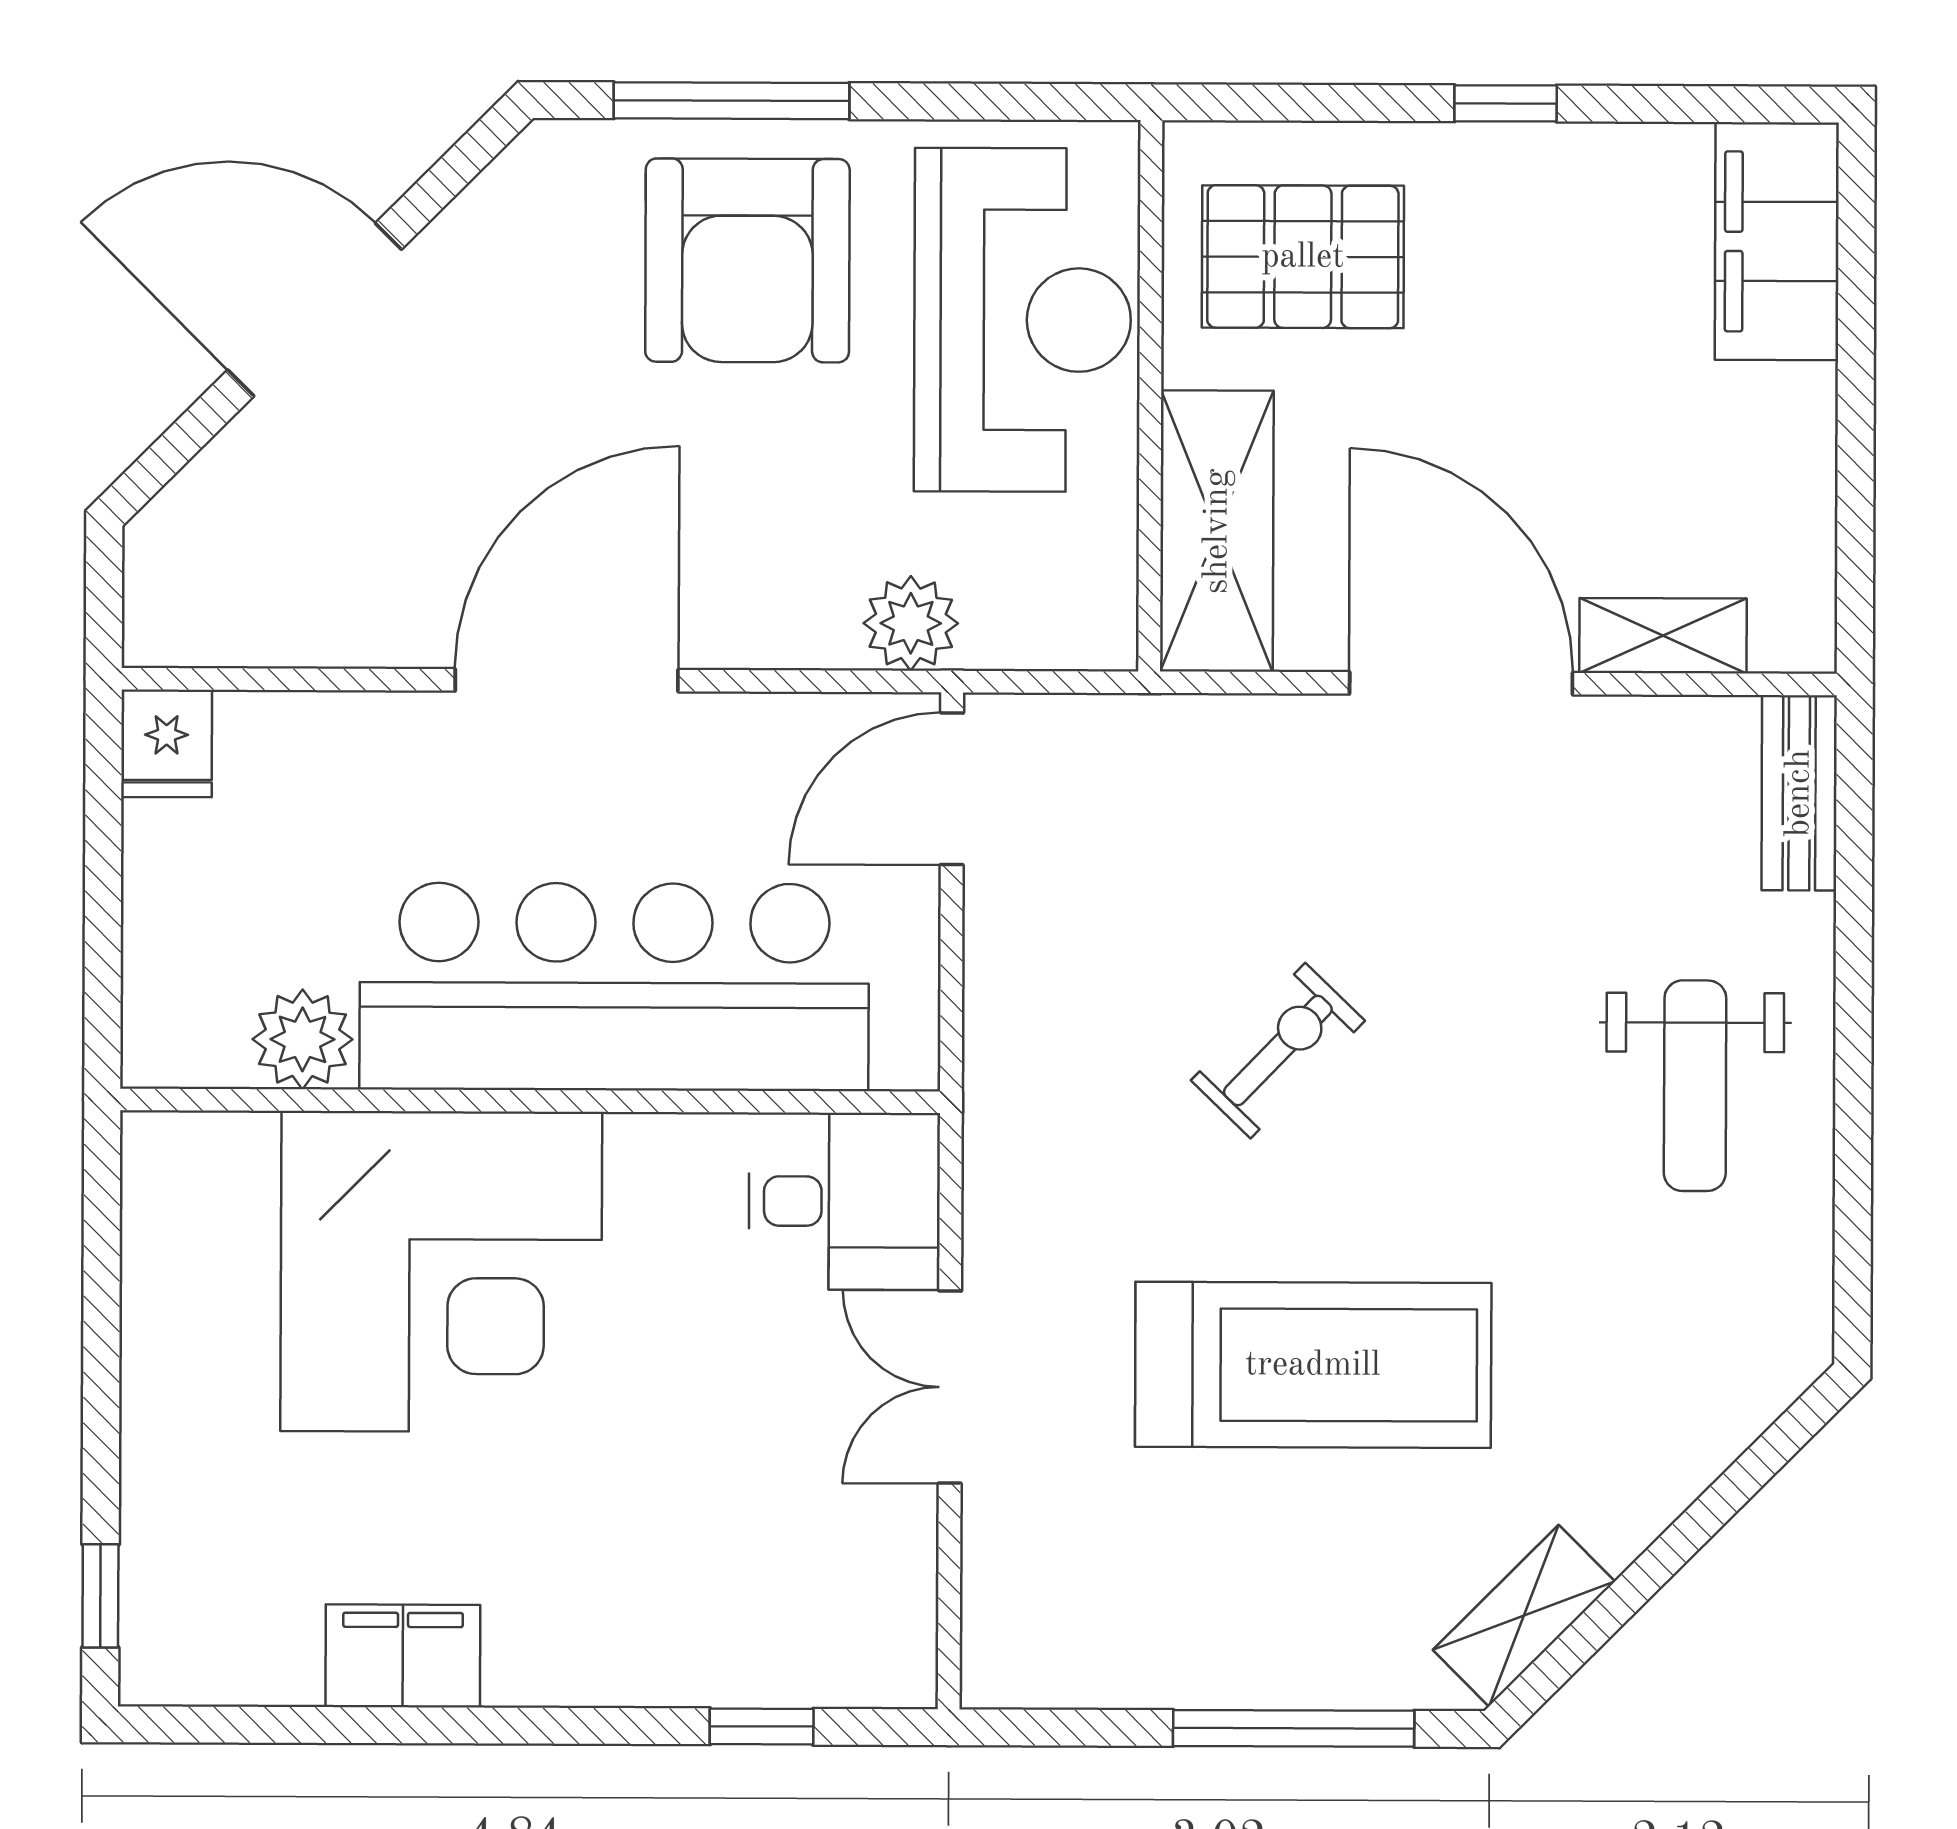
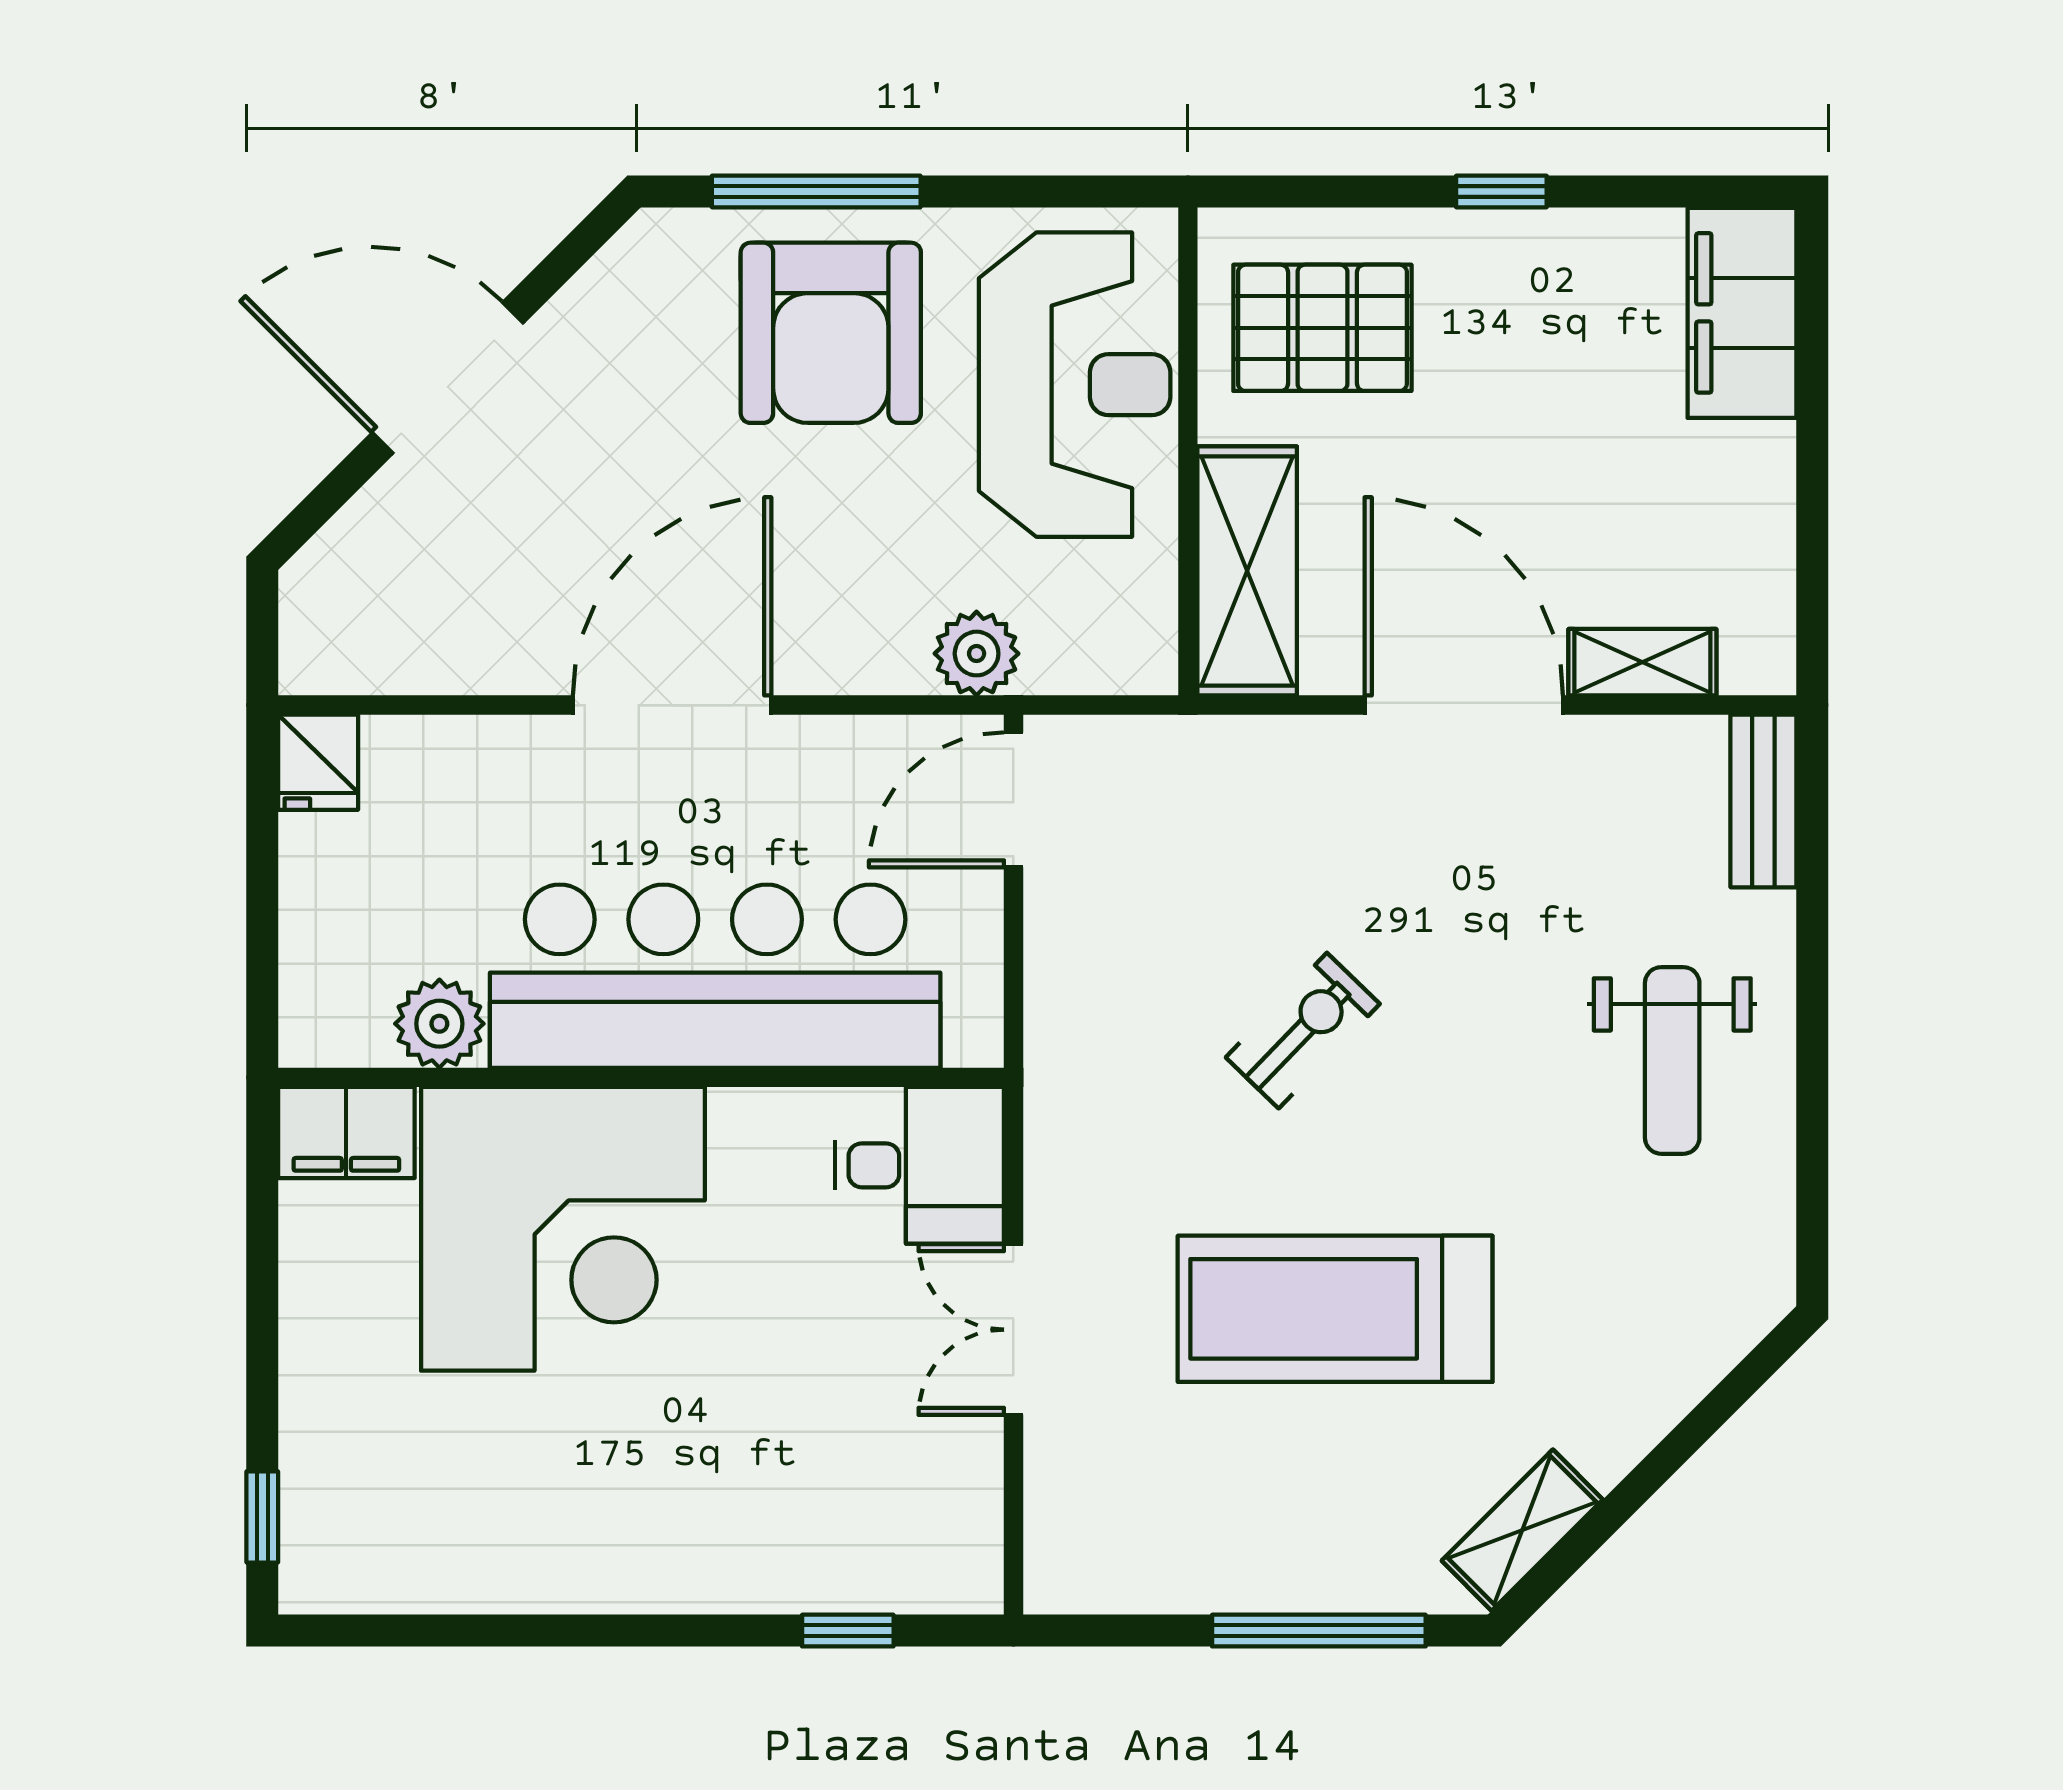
treadmill: (1313, 1365) -> (1335, 1309), turned 180
filing cabinet: (403, 1656) -> (346, 1132), moved, turned 180

